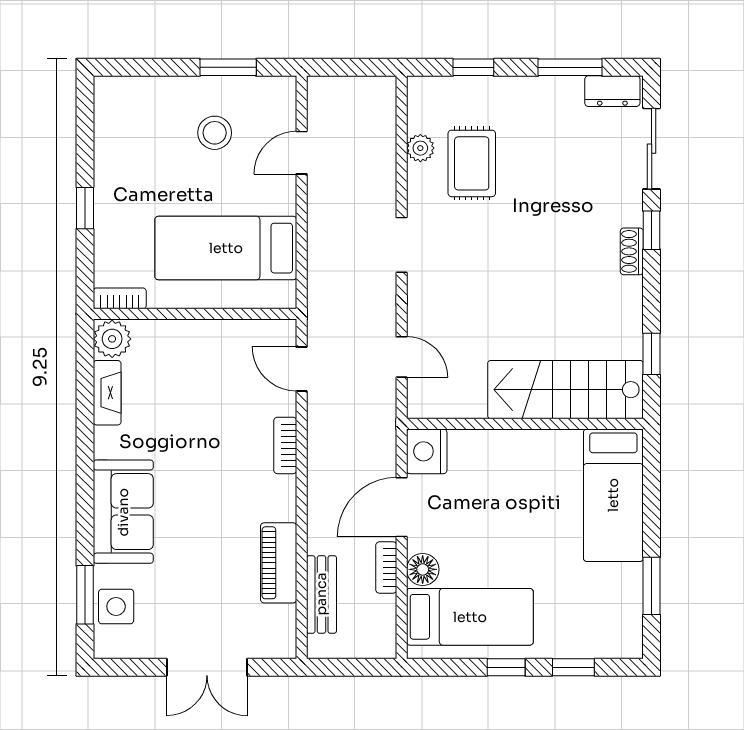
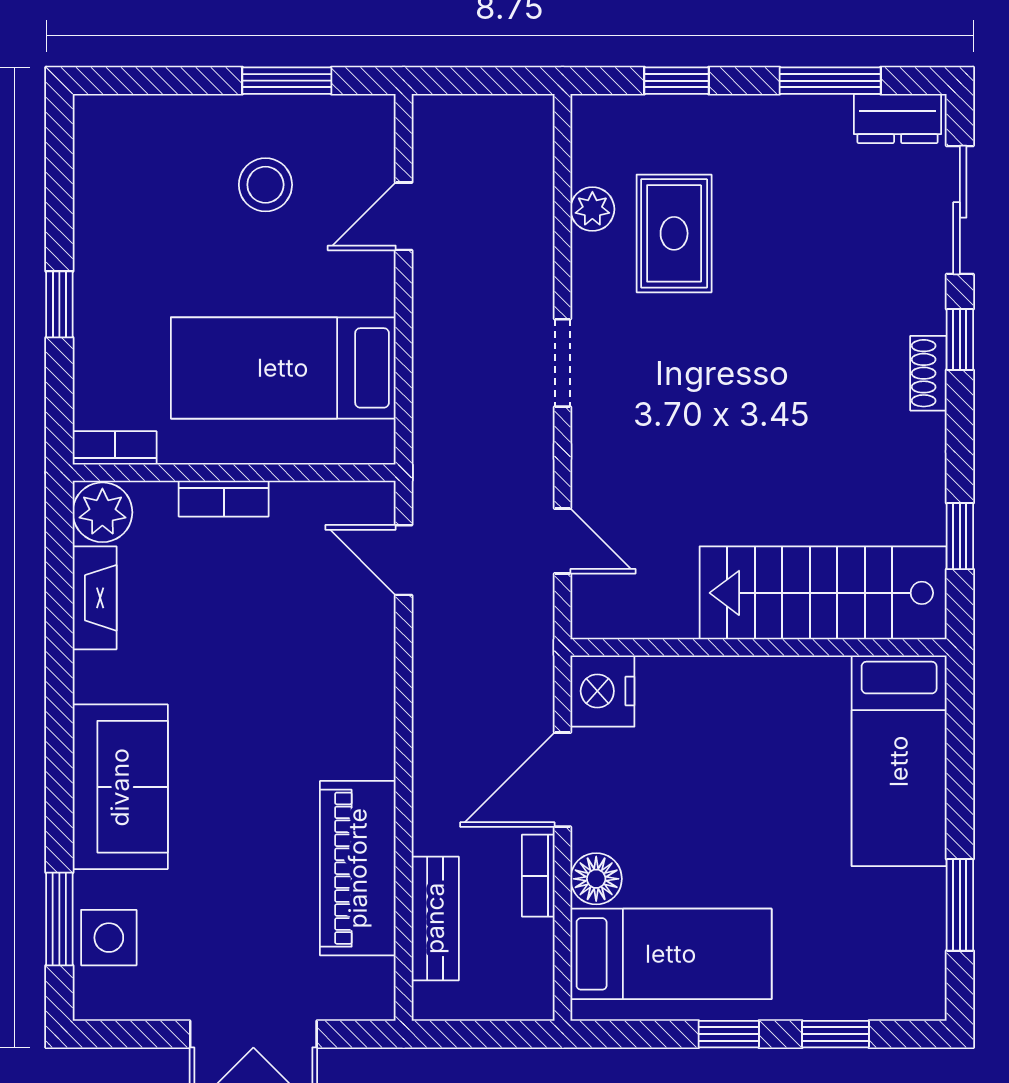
bookcase: (285, 445) -> (224, 499), moved, turned -90
piano: (279, 563) -> (358, 868), width x1.37, depth x1.33

